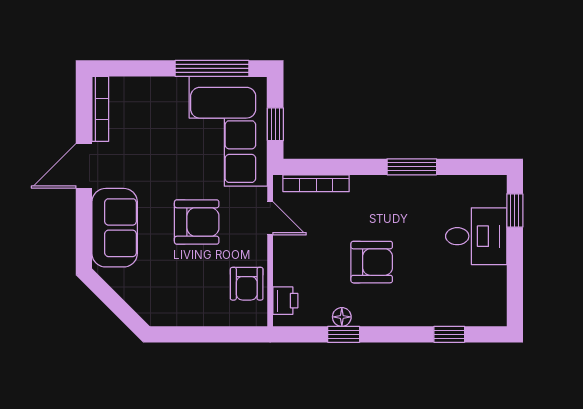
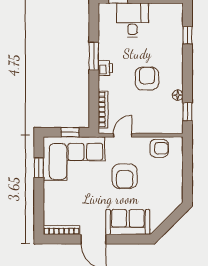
window: (212, 68) -> (39, 168), width x0.46
armchair: (197, 222) -> (125, 176), turned 180
printer: (285, 301) -> (105, 68), moved, turned 90
window: (344, 334) -> (187, 112), moved

